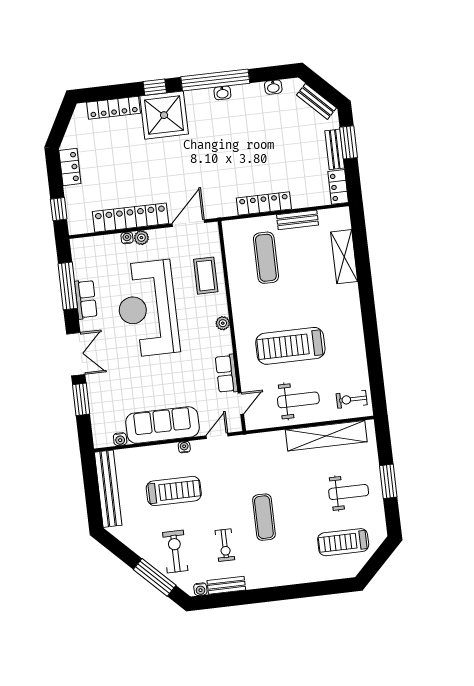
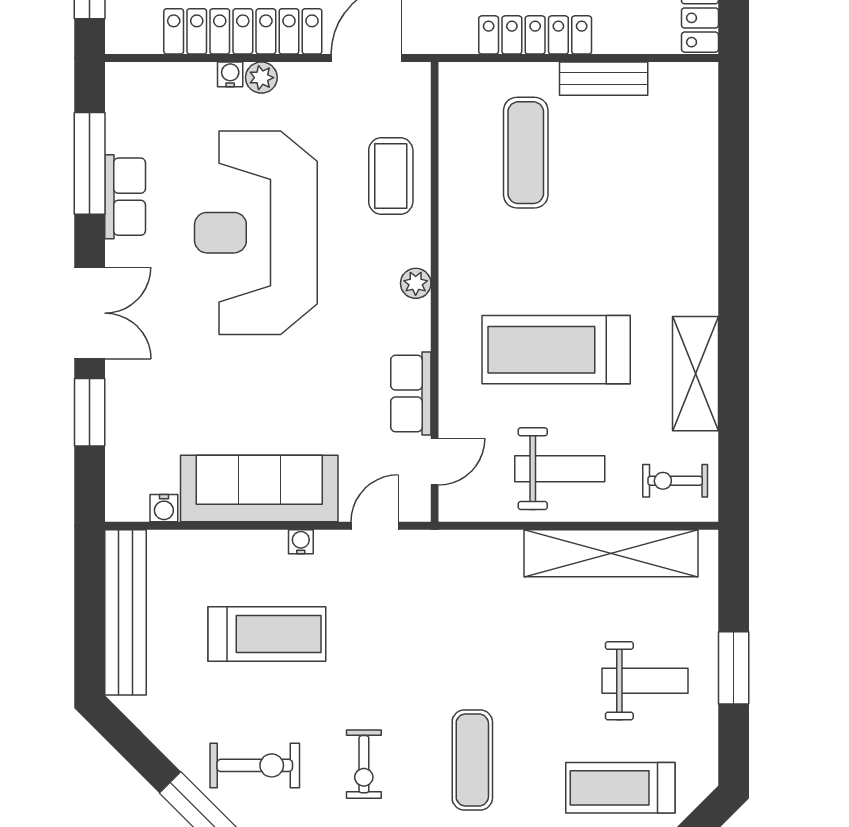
shelving: (344, 257) -> (695, 374), moved
exercise mat: (264, 517) -> (472, 760), moved
exercise bike: (175, 552) -> (255, 765), turned 90

